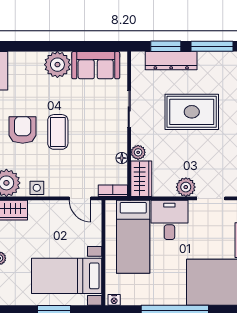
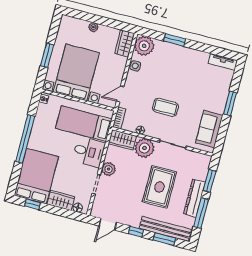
window: (54, 46) -> (230, 103), added
dresser: (171, 61) -> (194, 198), moved
plant: (57, 65) -> (217, 103), removed
armchair: (23, 130) -> (178, 67), removed
coffee table: (58, 132) -> (165, 107), moved
plant: (138, 152) -> (144, 148), width x1.88, depth x1.88
bed with nightstands: (67, 276) -> (76, 72), width x1.36

